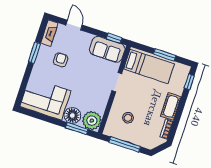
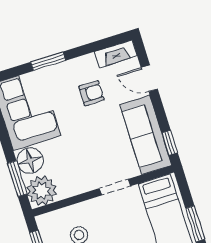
door: (74, 25) -> (149, 78), swing flipped
sofa: (107, 49) -> (146, 135), width x1.36
window: (34, 53) -> (48, 61), moved

